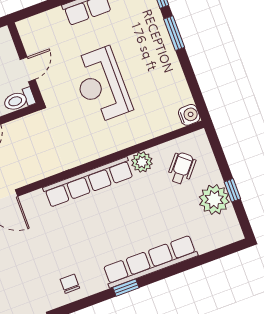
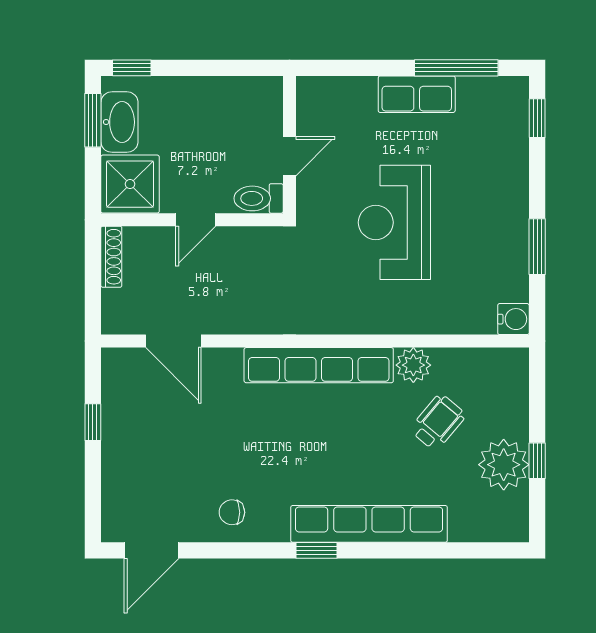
window: (174, 33) -> (537, 247), moved
wheelchair: (182, 168) -> (438, 422), moved
chair: (70, 284) -> (232, 512), turned -90

